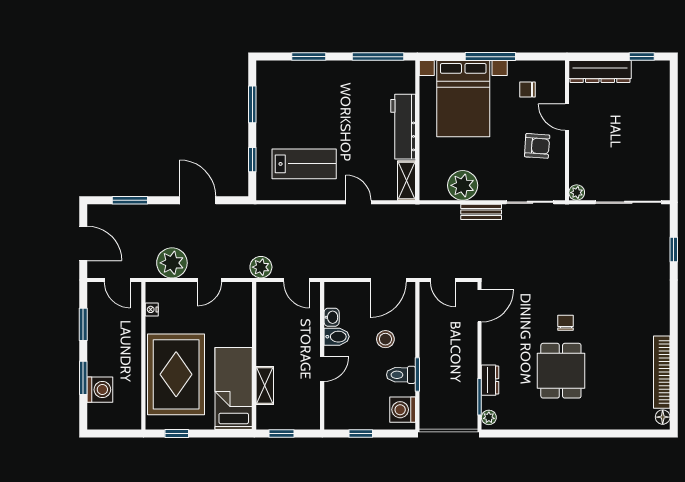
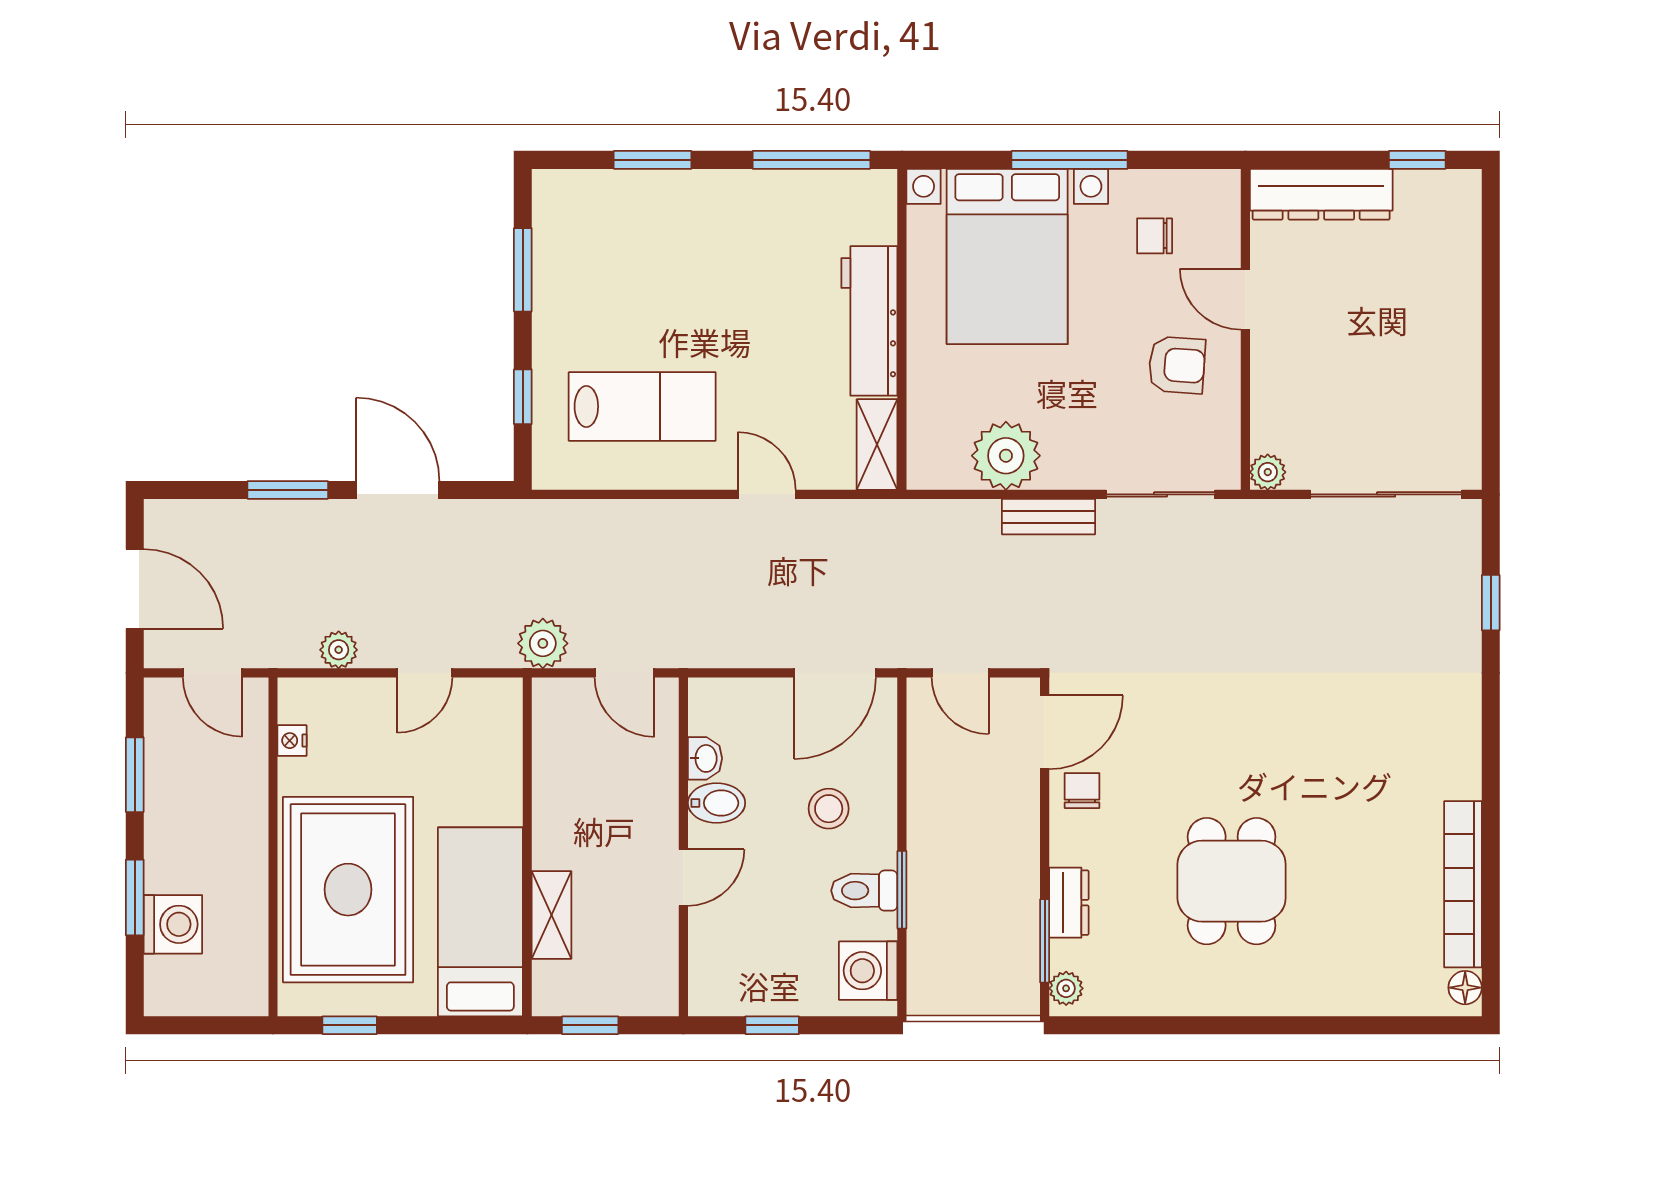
window: (130, 200) -> (288, 490), moved
plant: (172, 263) -> (339, 650), width x0.53, depth x0.53
chair: (566, 323) -> (1082, 791), moved

